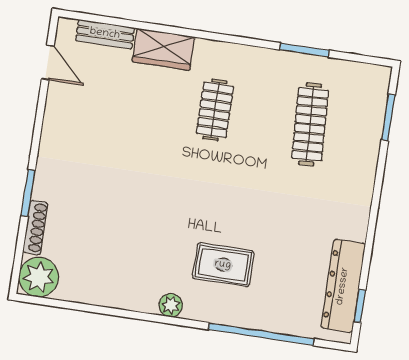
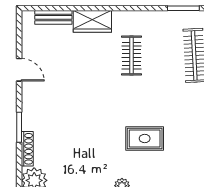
door: (48, 62) -> (19, 70), moved
rug: (223, 265) -> (145, 138), moved

